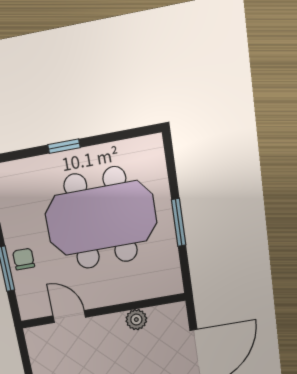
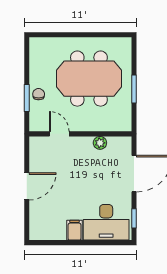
window: (64, 146) -> (75, 35), removed

